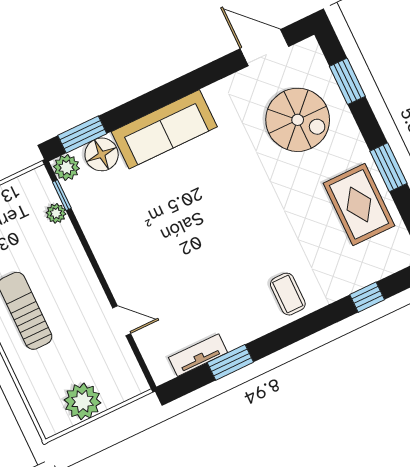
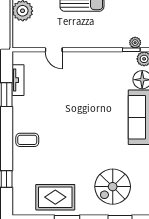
plant: (56, 213) -> (135, 43), moved
door: (122, 321) -> (54, 50), hinge flipped

